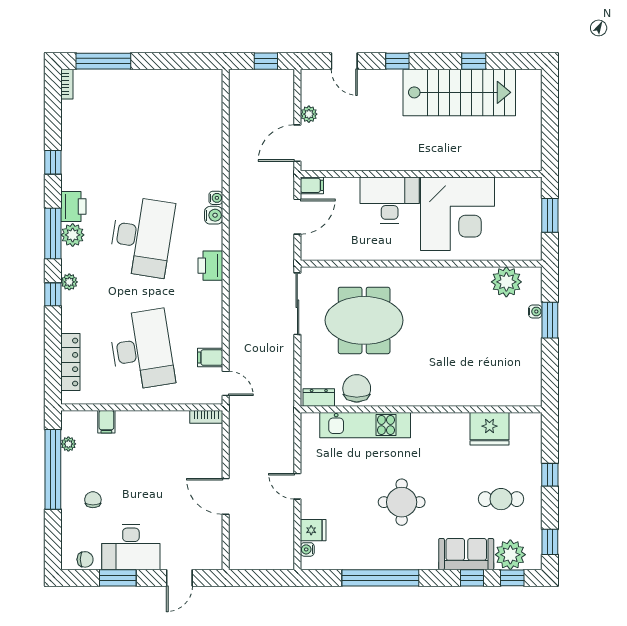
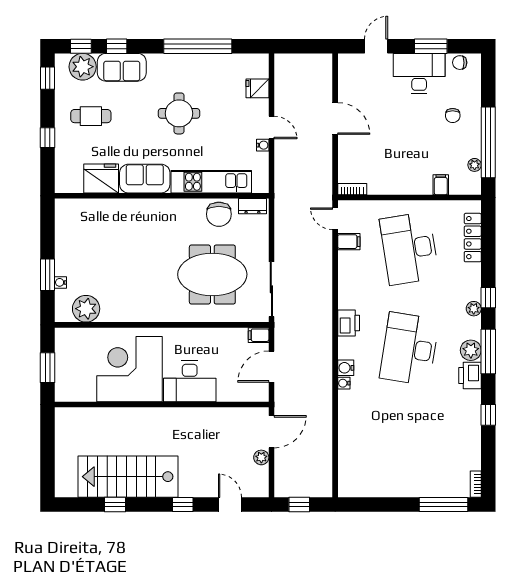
filing cabinet: (312, 185) -> (259, 335), moved
sofa: (440, 429) -> (145, 179), added
water cooler: (307, 549) -> (263, 145), moved

